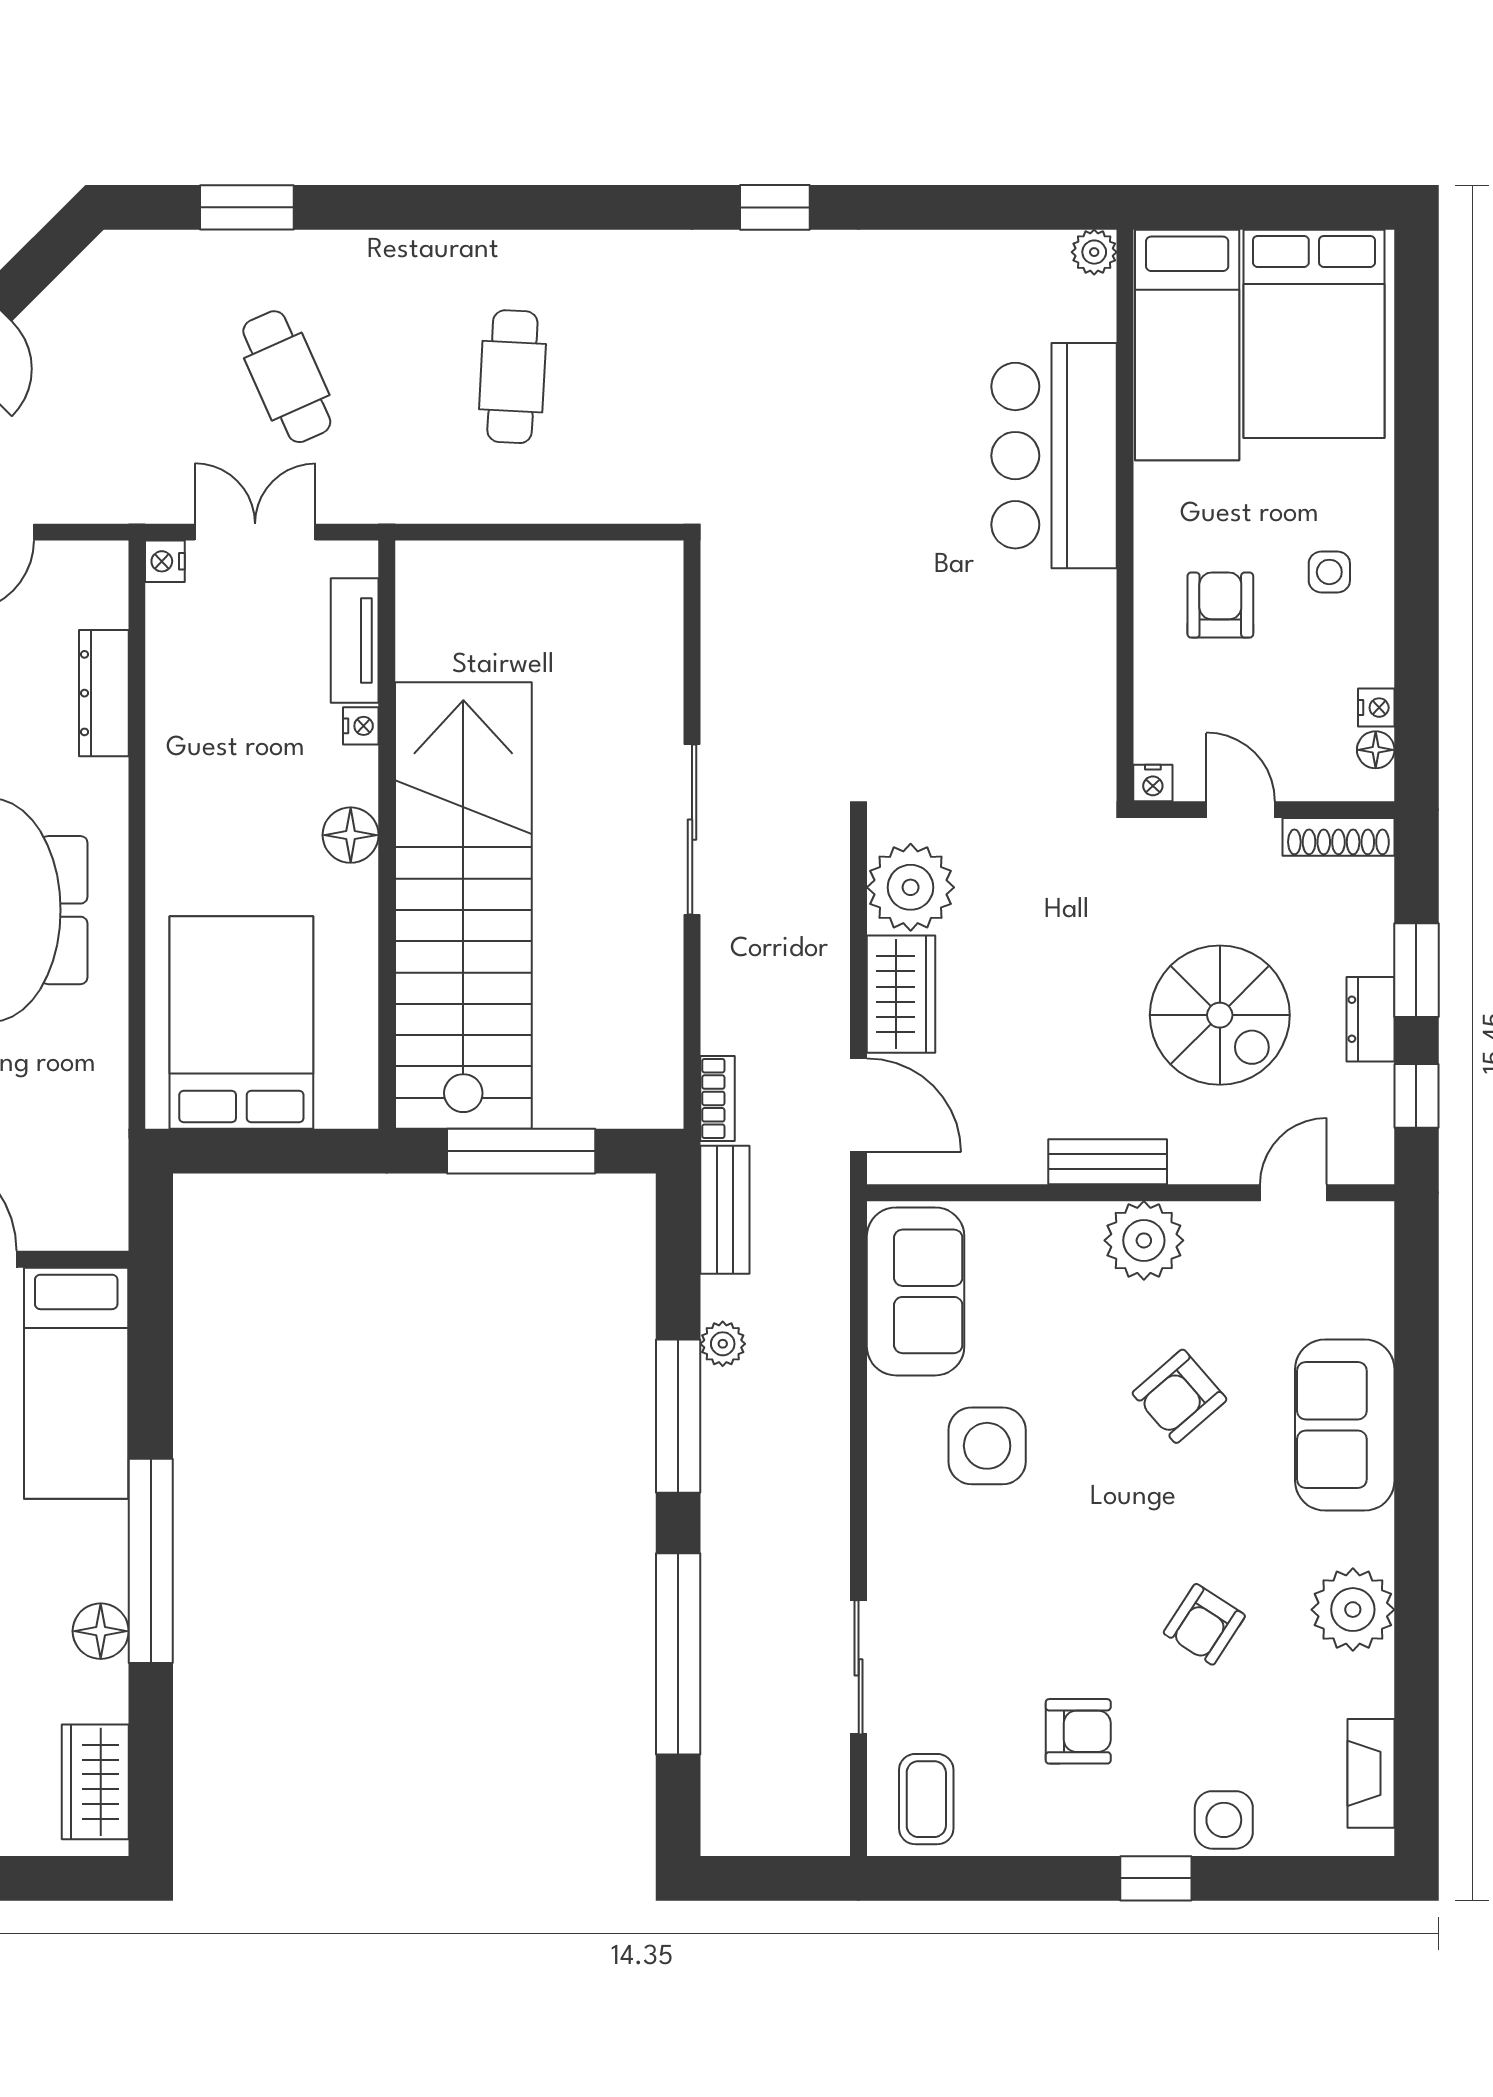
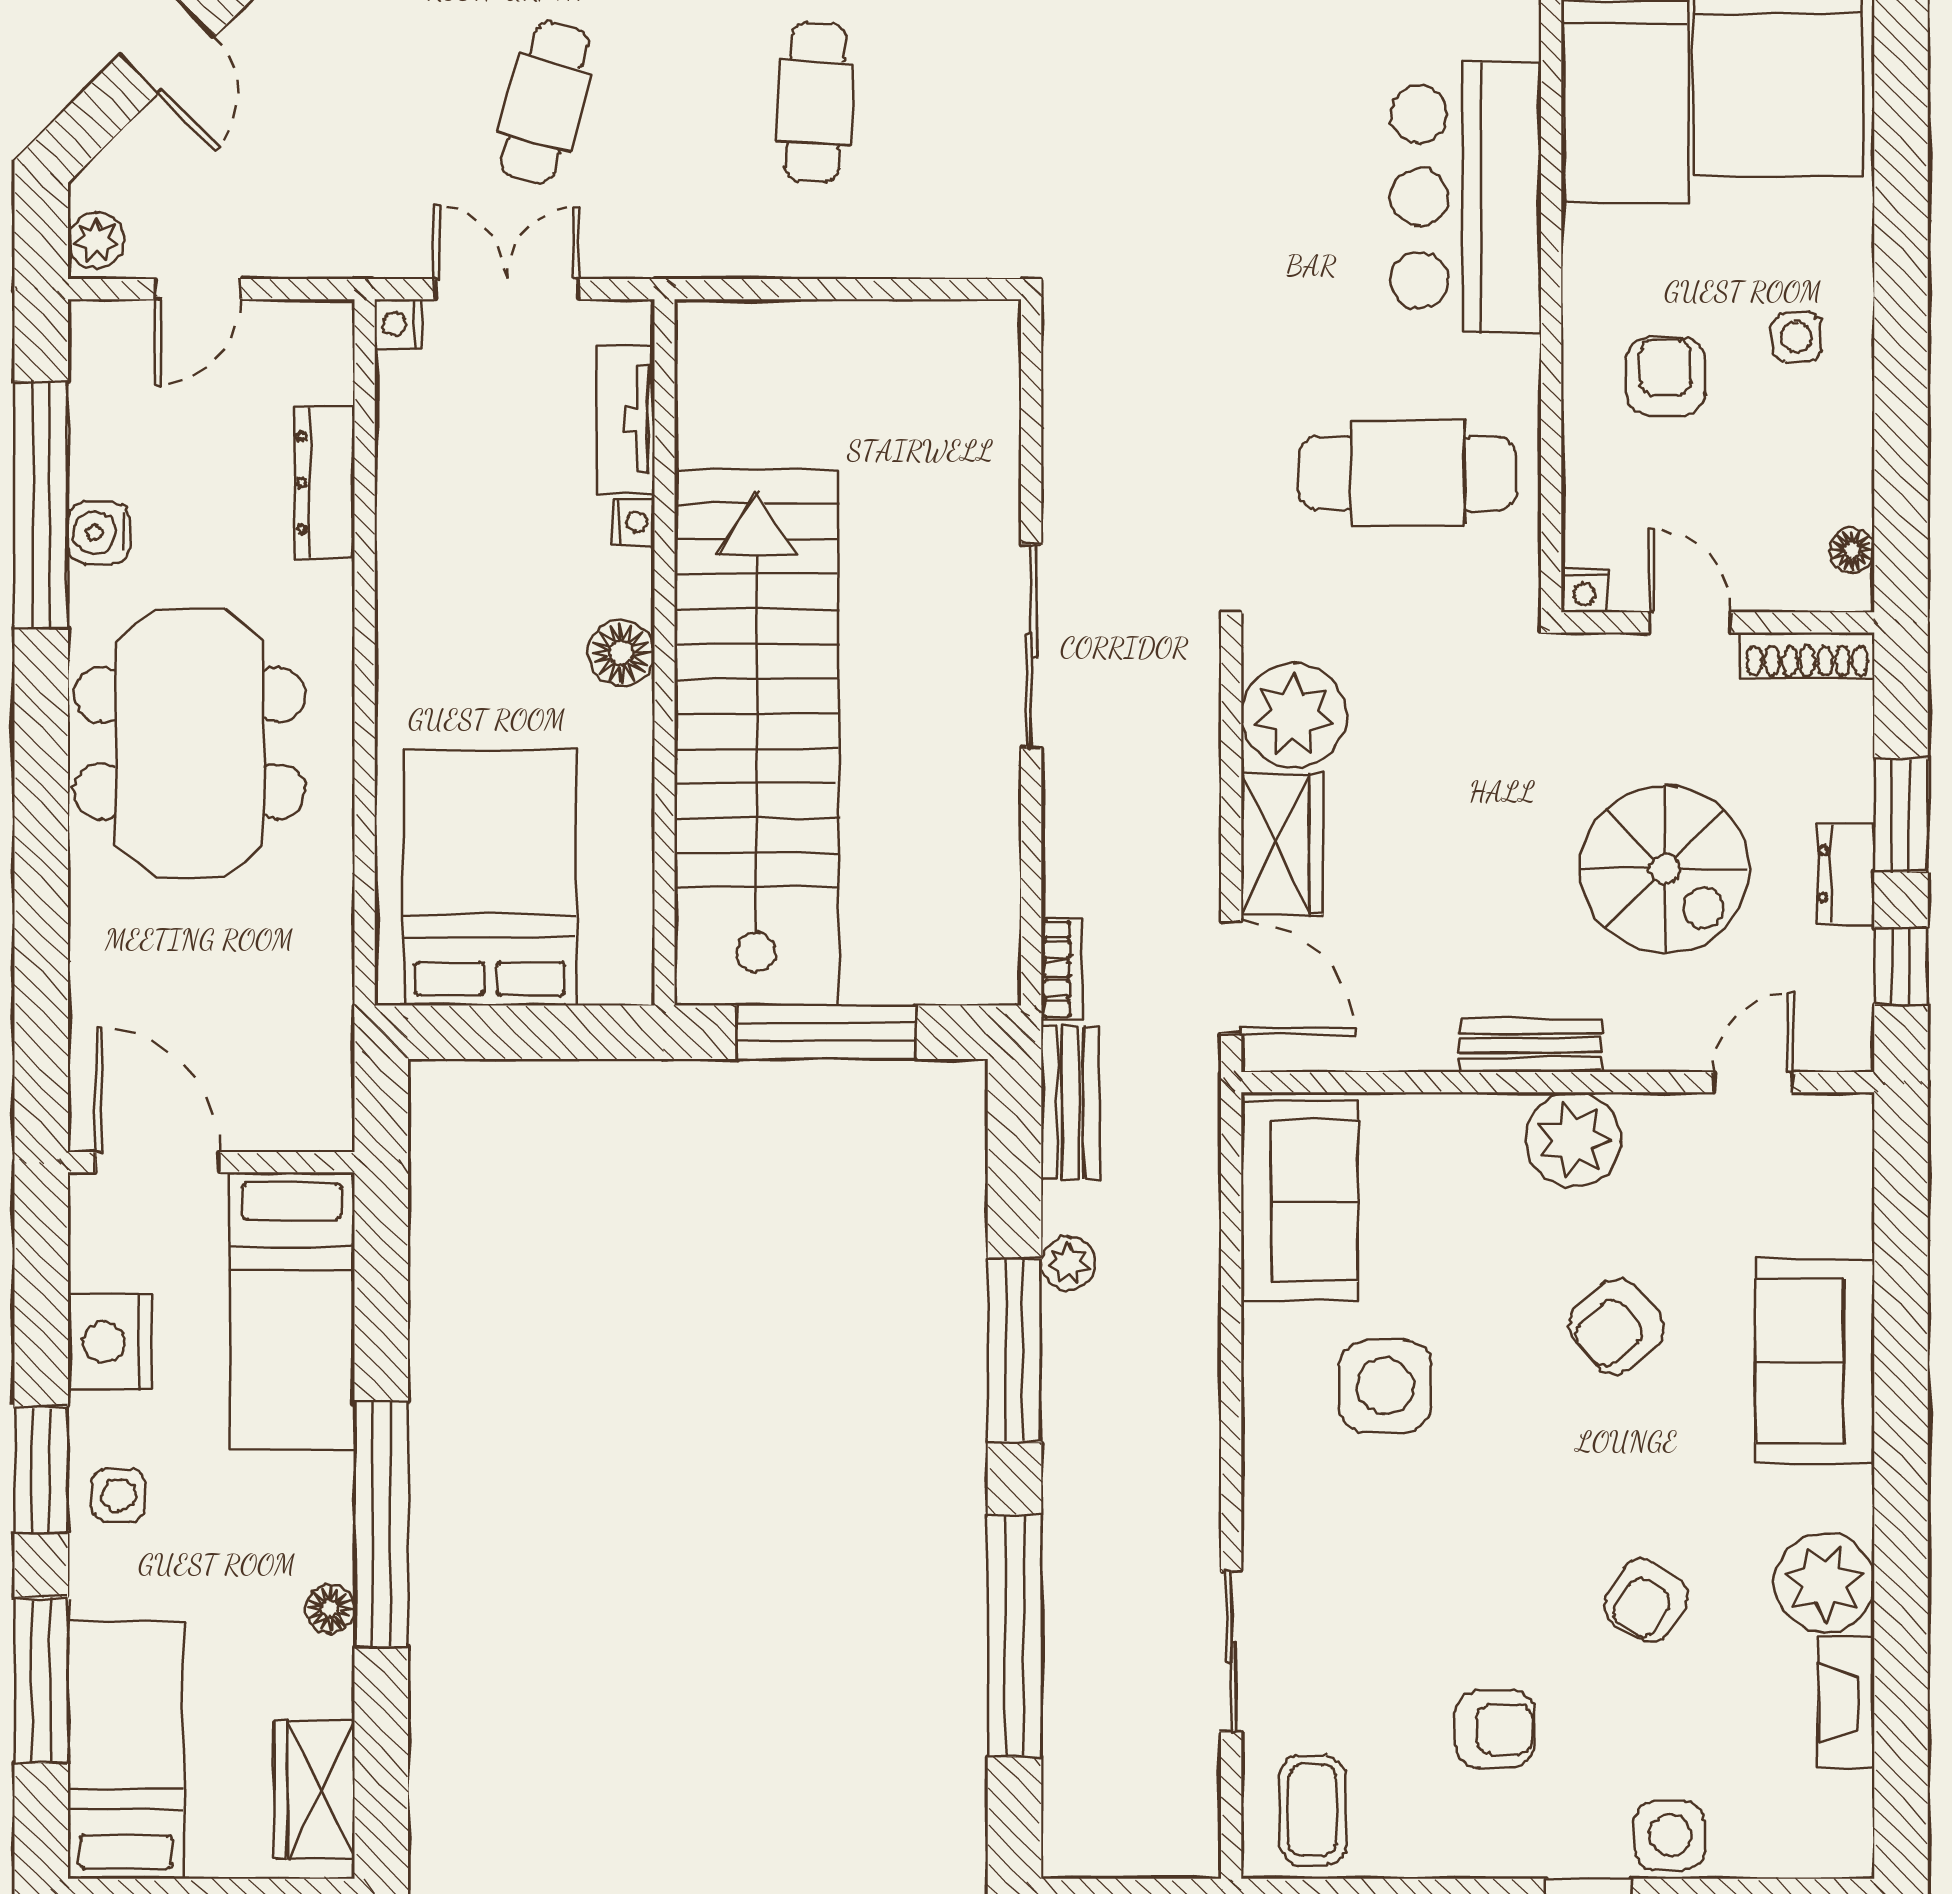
cafe table: (287, 377) -> (545, 102), turned 39
cafe table: (1006, 686) -> (1408, 473), added
nightstand: (1376, 708) -> (1853, 500), removed
floor lamp: (101, 1631) -> (330, 1609), width x0.73, depth x0.73
fireplace: (1371, 1773) -> (1846, 1703), moved

